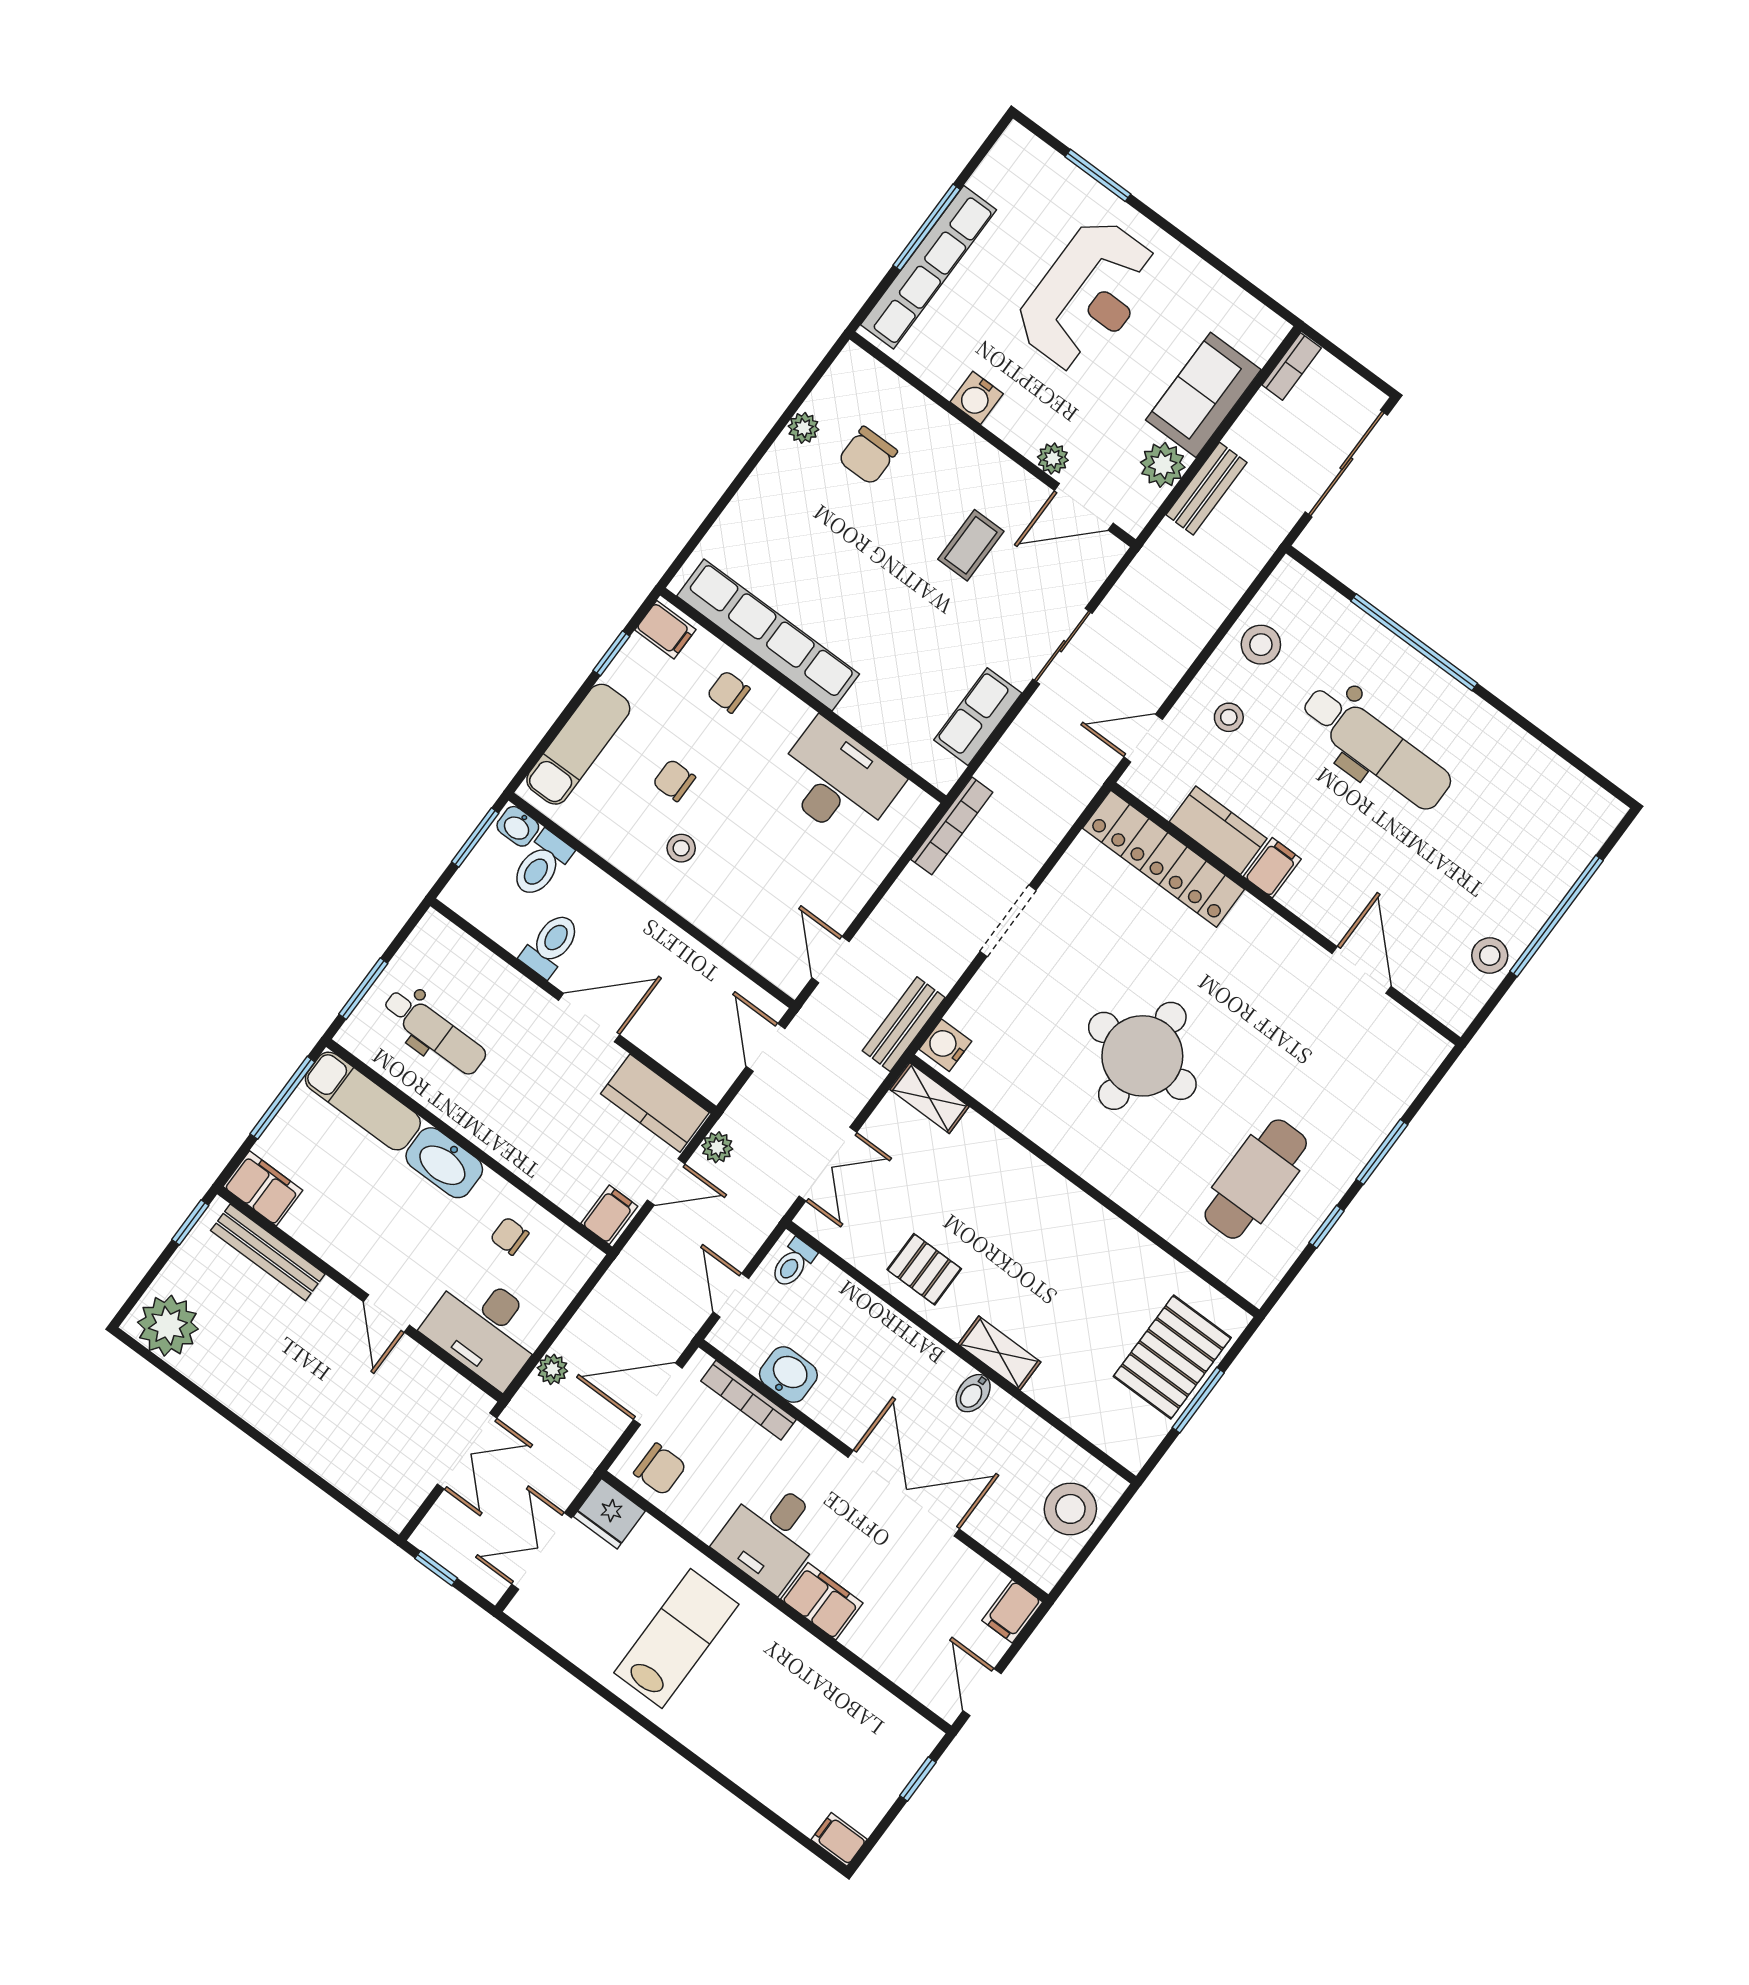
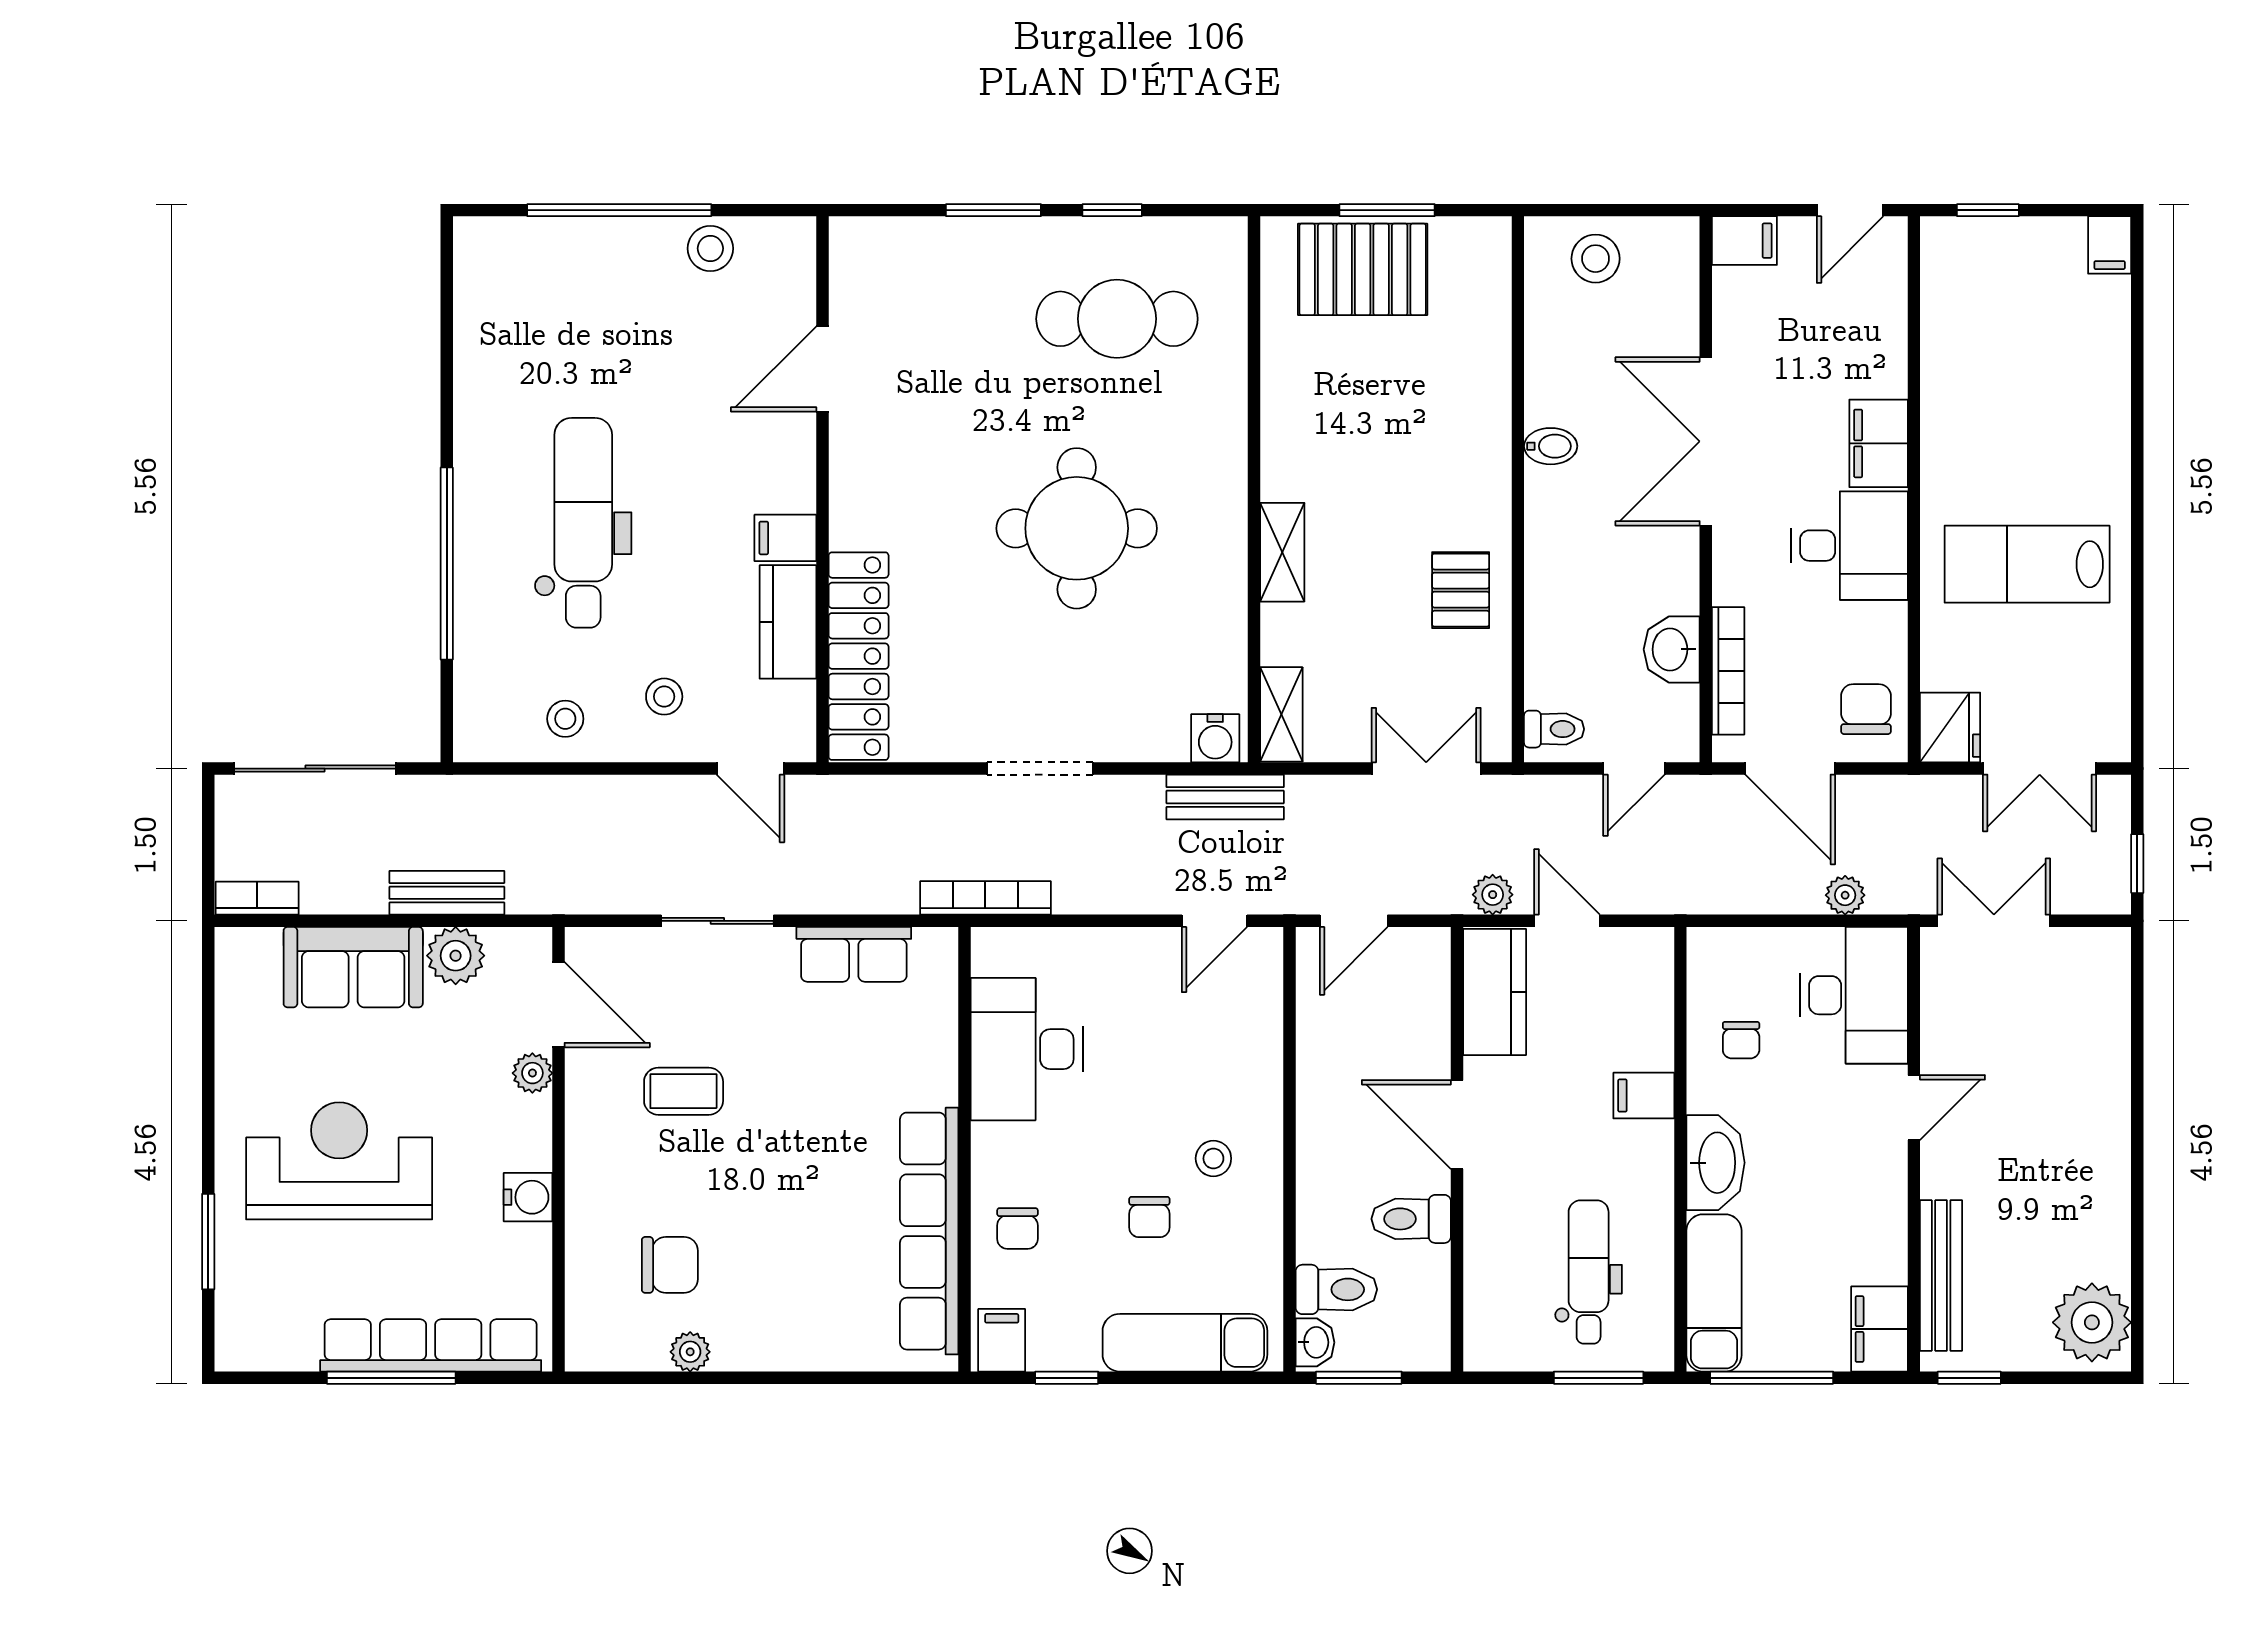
stool: (1261, 645) -> (565, 719), width x0.73, depth x0.73
filing cabinet: (609, 1215) -> (1644, 1096), moved
shelving: (999, 1353) -> (1282, 552), moved
stool: (1070, 1509) -> (1596, 259), width x0.73, depth x0.73

